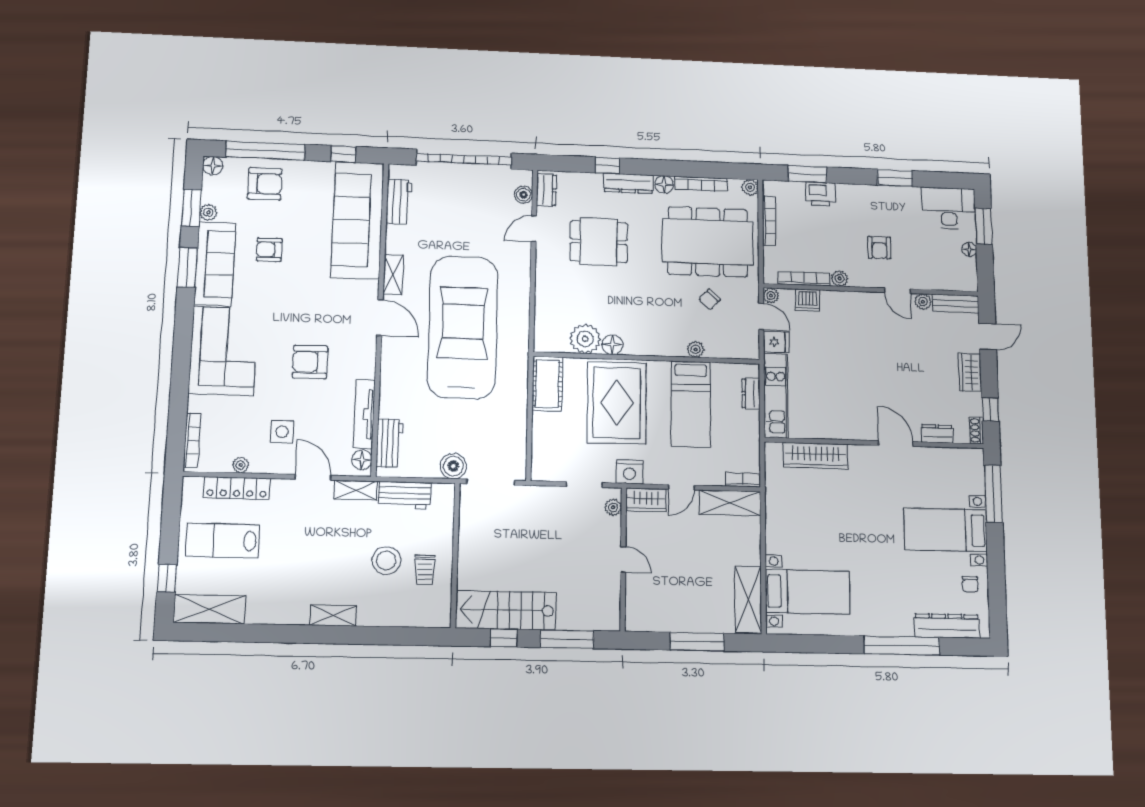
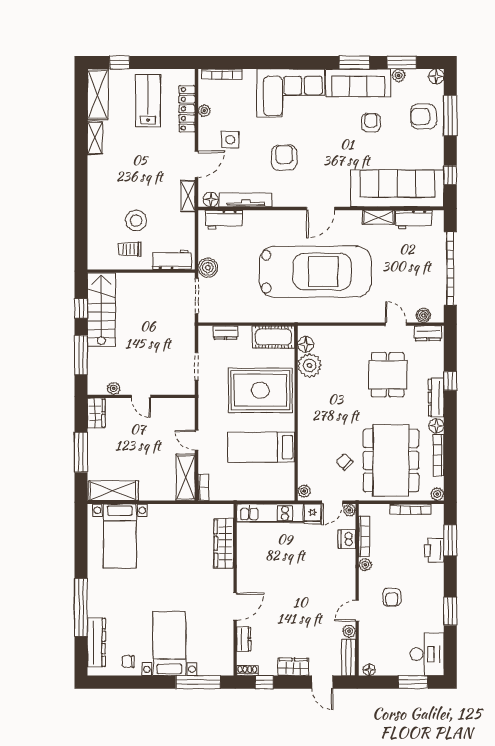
window: (265, 151) -> (450, 116), width x0.68
armchair: (265, 184) -> (423, 117), turned 90
armchair: (879, 248) -> (392, 597), turned -90
floor lamp: (969, 250) -> (369, 670), moved
shelving: (393, 275) -> (379, 217), moved
floor lamp: (612, 345) -> (306, 344), moved
plant: (696, 349) -> (304, 491), moved
dresser: (751, 393) -> (226, 333), moved, turned 180
nightstand: (630, 472) -> (207, 401), removed
workbench: (405, 495) -> (172, 260), moved, turned 90
wardrobe: (646, 500) -> (96, 413), moved, turned 180
plant: (613, 507) -> (114, 388), moved
door: (623, 559) -> (141, 396), hinge flipped
shelving: (333, 615) -> (95, 138), moved

